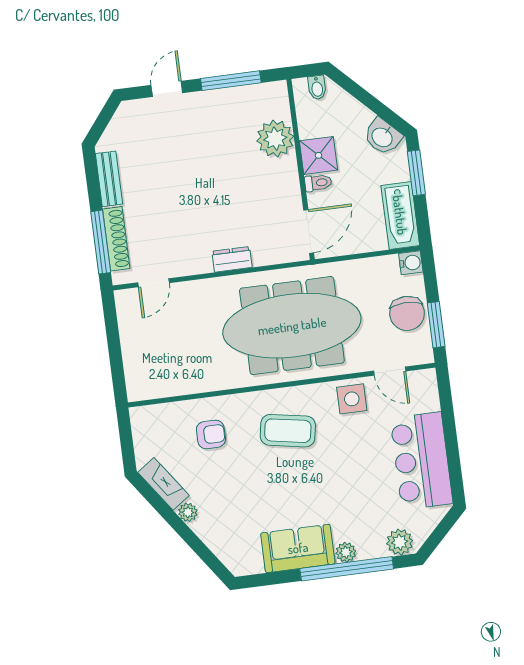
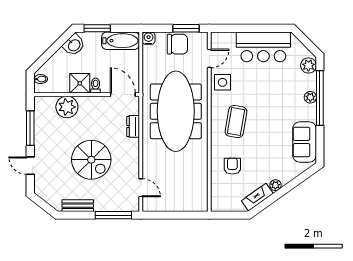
spiral stairs: (190, 192) -> (91, 160), added
shoe rack: (116, 239) -> (113, 206), removed
dresser: (232, 259) -> (133, 126), moved
sofa: (298, 548) -> (305, 142), moved

